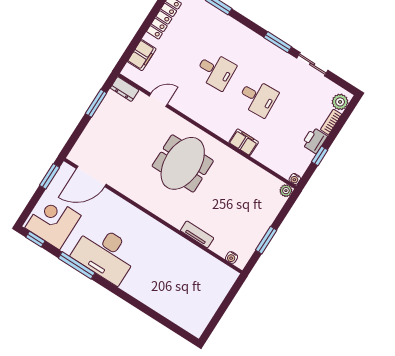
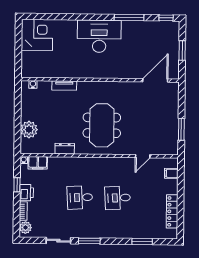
filing cabinet: (142, 55) -> (171, 173), width x0.50
dresser: (125, 89) -> (65, 149), moved
filing cabinet: (244, 142) -> (38, 163), moved
window: (49, 176) -> (182, 50), moved
plant: (286, 191) -> (29, 130), moved, width x1.87, depth x1.87
corner desk: (53, 222) -> (37, 35), moved, turned -90
window: (266, 240) -> (18, 109), removed
desk: (105, 254) -> (99, 36), moved

